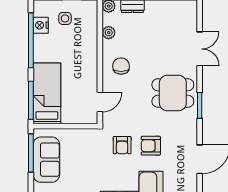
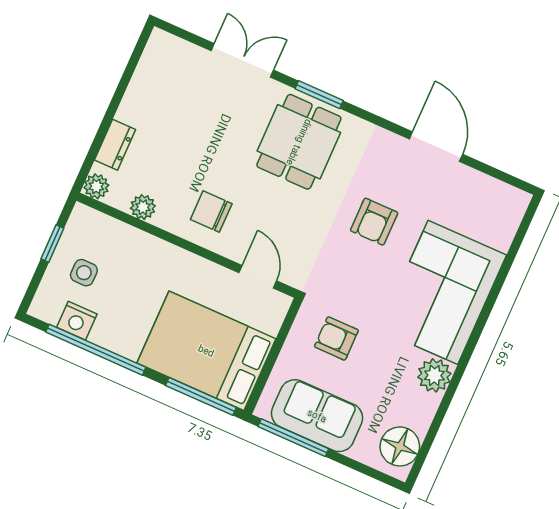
bed: (47, 93) -> (206, 351), width x1.50
window: (200, 105) -> (319, 95), moved
armchair: (122, 145) -> (336, 338), moved, turned 180

